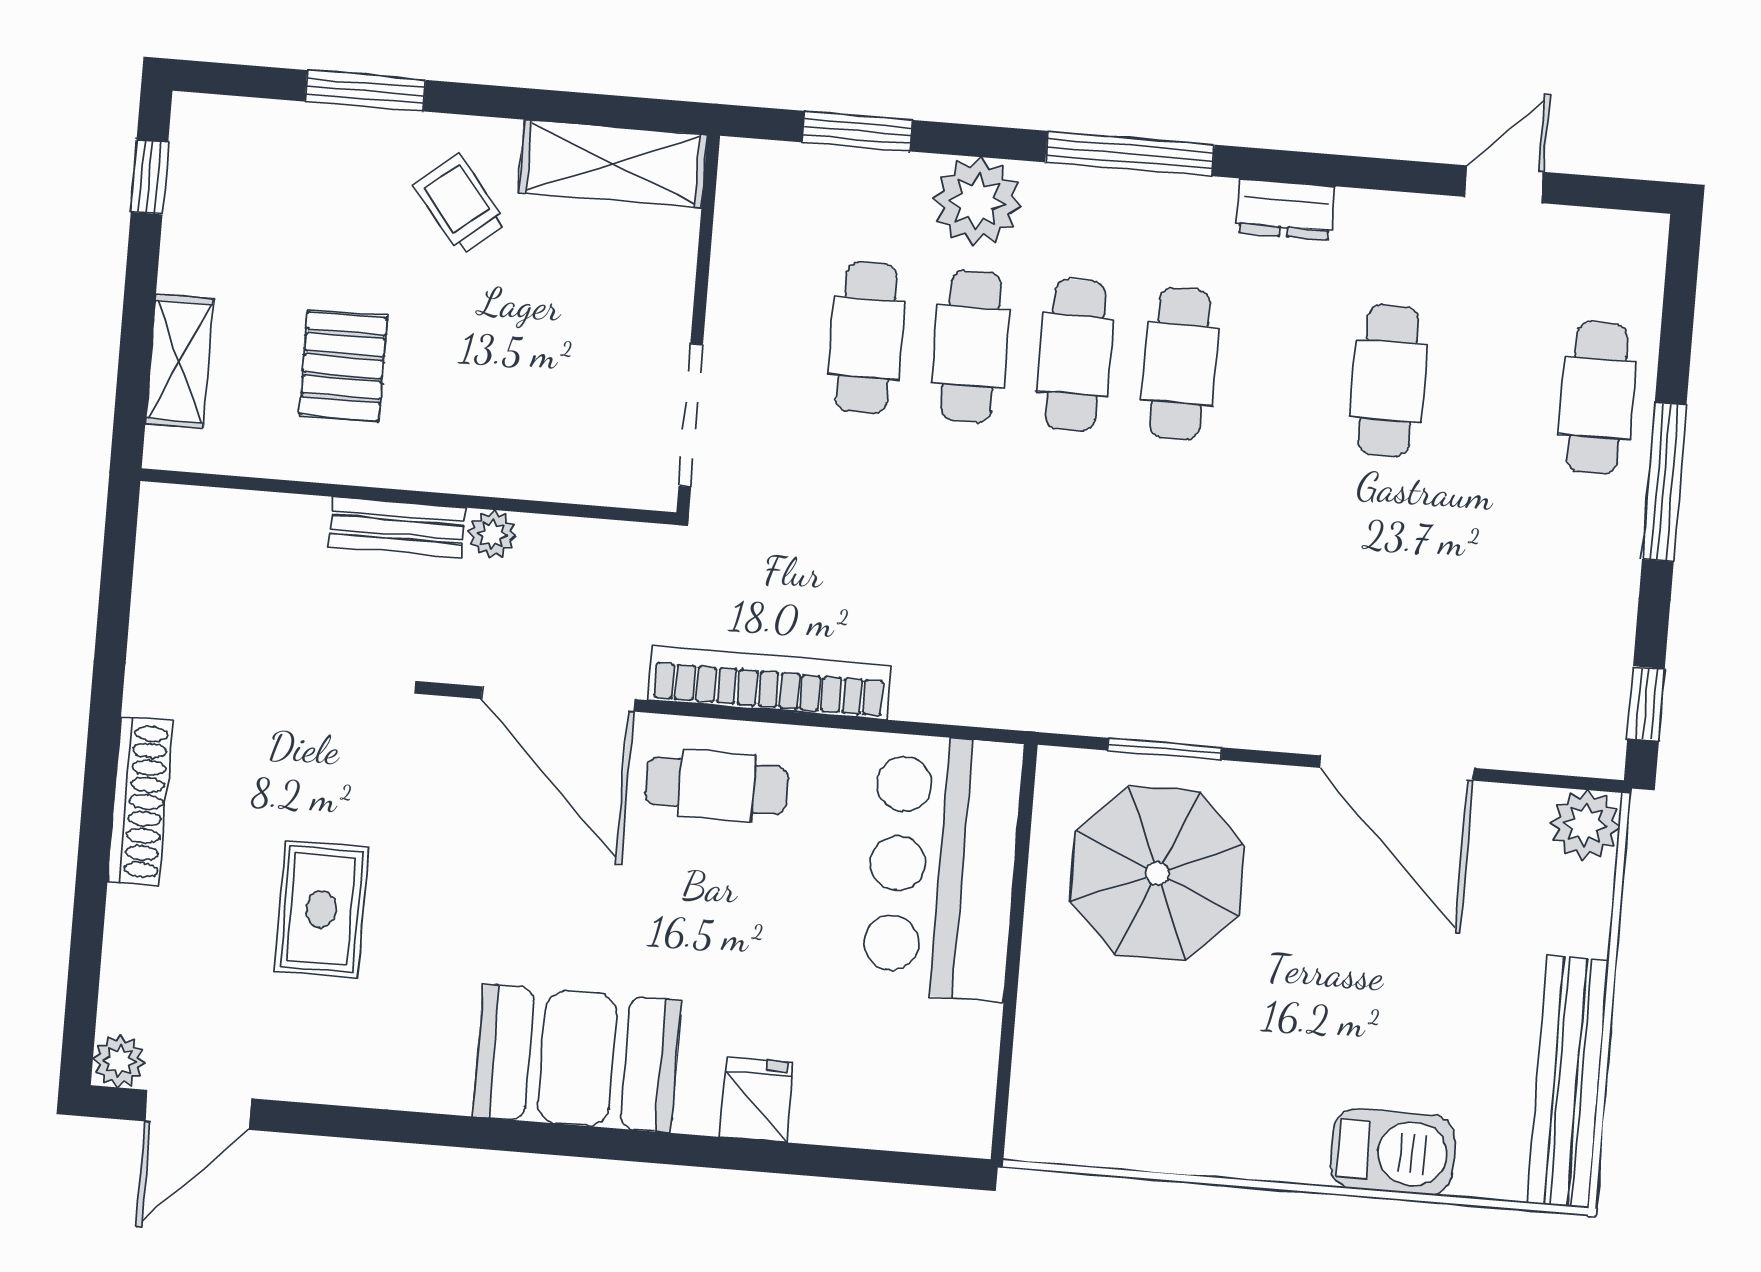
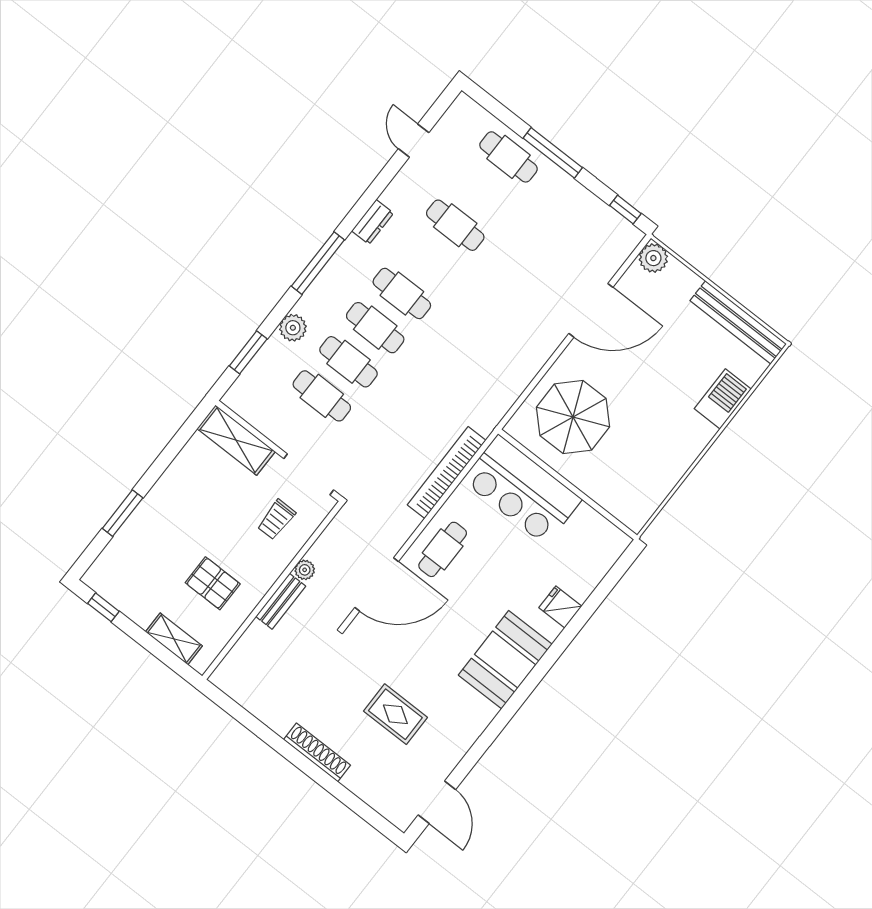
shelving: (613, 164) -> (236, 440), moved, turned 90
plant: (977, 202) -> (293, 328), width x0.73, depth x0.73
trolley: (460, 204) -> (276, 520), moved, turned -51
bookcase: (769, 683) -> (447, 473), moved
window: (1165, 749) -> (532, 386), removed
plant: (119, 1061) -> (402, 818), removed

